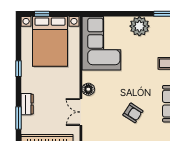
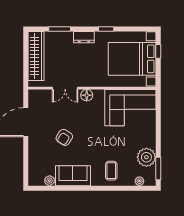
plant: (139, 26) -> (146, 157), moved
dresser: (27, 104) -> (84, 37), moved
double door: (81, 112) -> (65, 88), swing flipped

